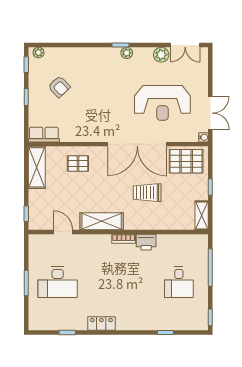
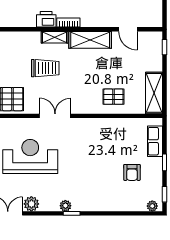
armchair: (59, 87) -> (132, 172), turned -136
row of seats: (44, 135) -> (155, 141), moved, turned 90
double door: (137, 144) -> (55, 116), width x0.54
shelving: (138, 224) -> (55, 37), added

